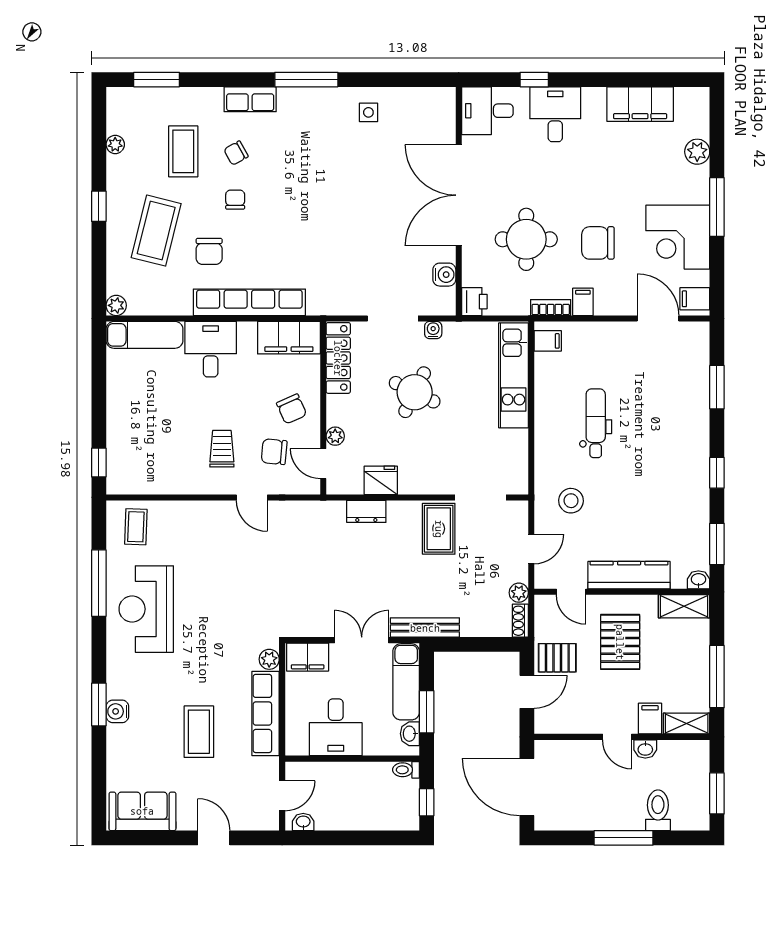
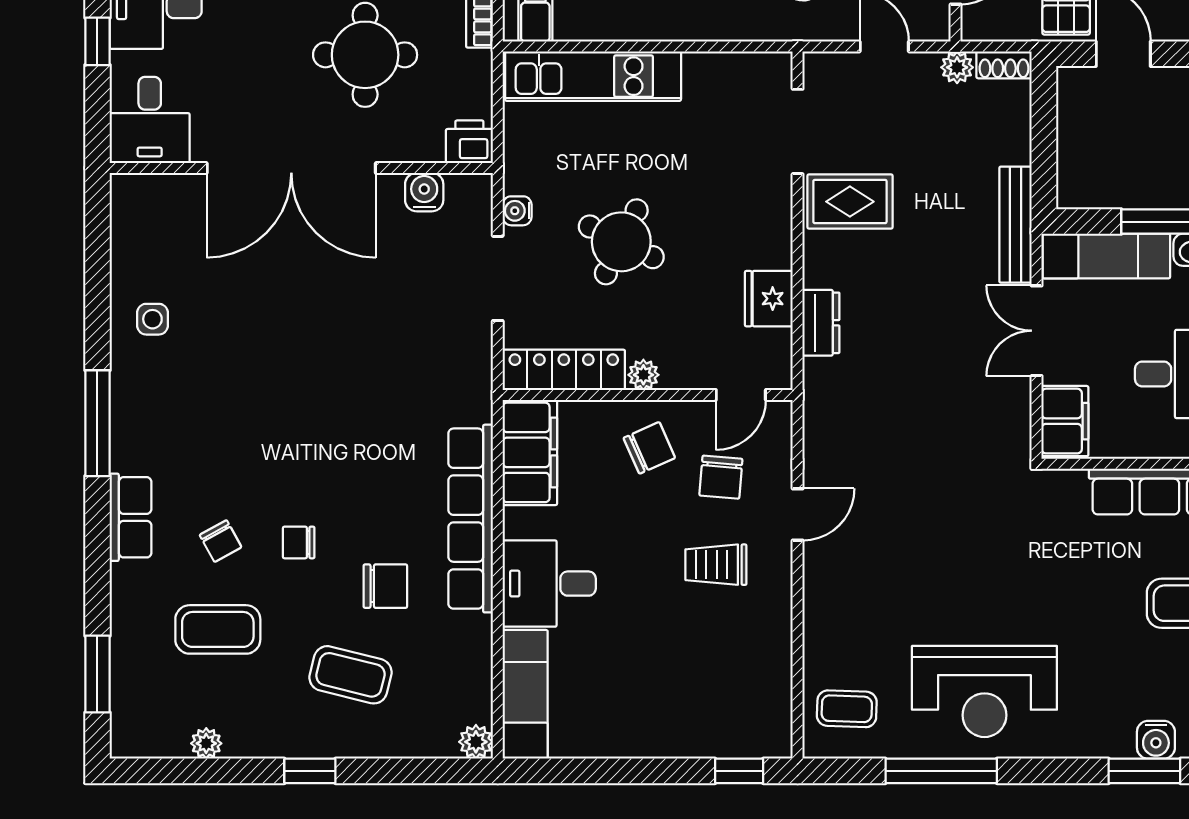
coffee table: (156, 231) -> (350, 675), width x0.73, depth x0.76
plant: (335, 436) -> (643, 375), moved
plant: (269, 659) -> (1069, 485), removed

